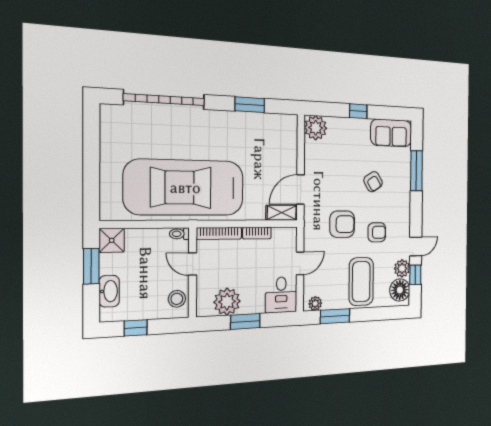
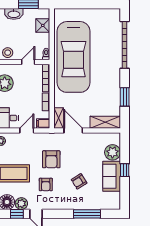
plant: (316, 128) -> (112, 152), moved
sofa: (391, 133) -> (112, 176), moved
shelving: (289, 138) -> (105, 122), added
car: (185, 188) -> (73, 57), turned 180
filing cabinet: (290, 237) -> (43, 123), added
shower: (112, 240) -> (43, 25), moved
door: (300, 263) -> (27, 130), swing flipped

